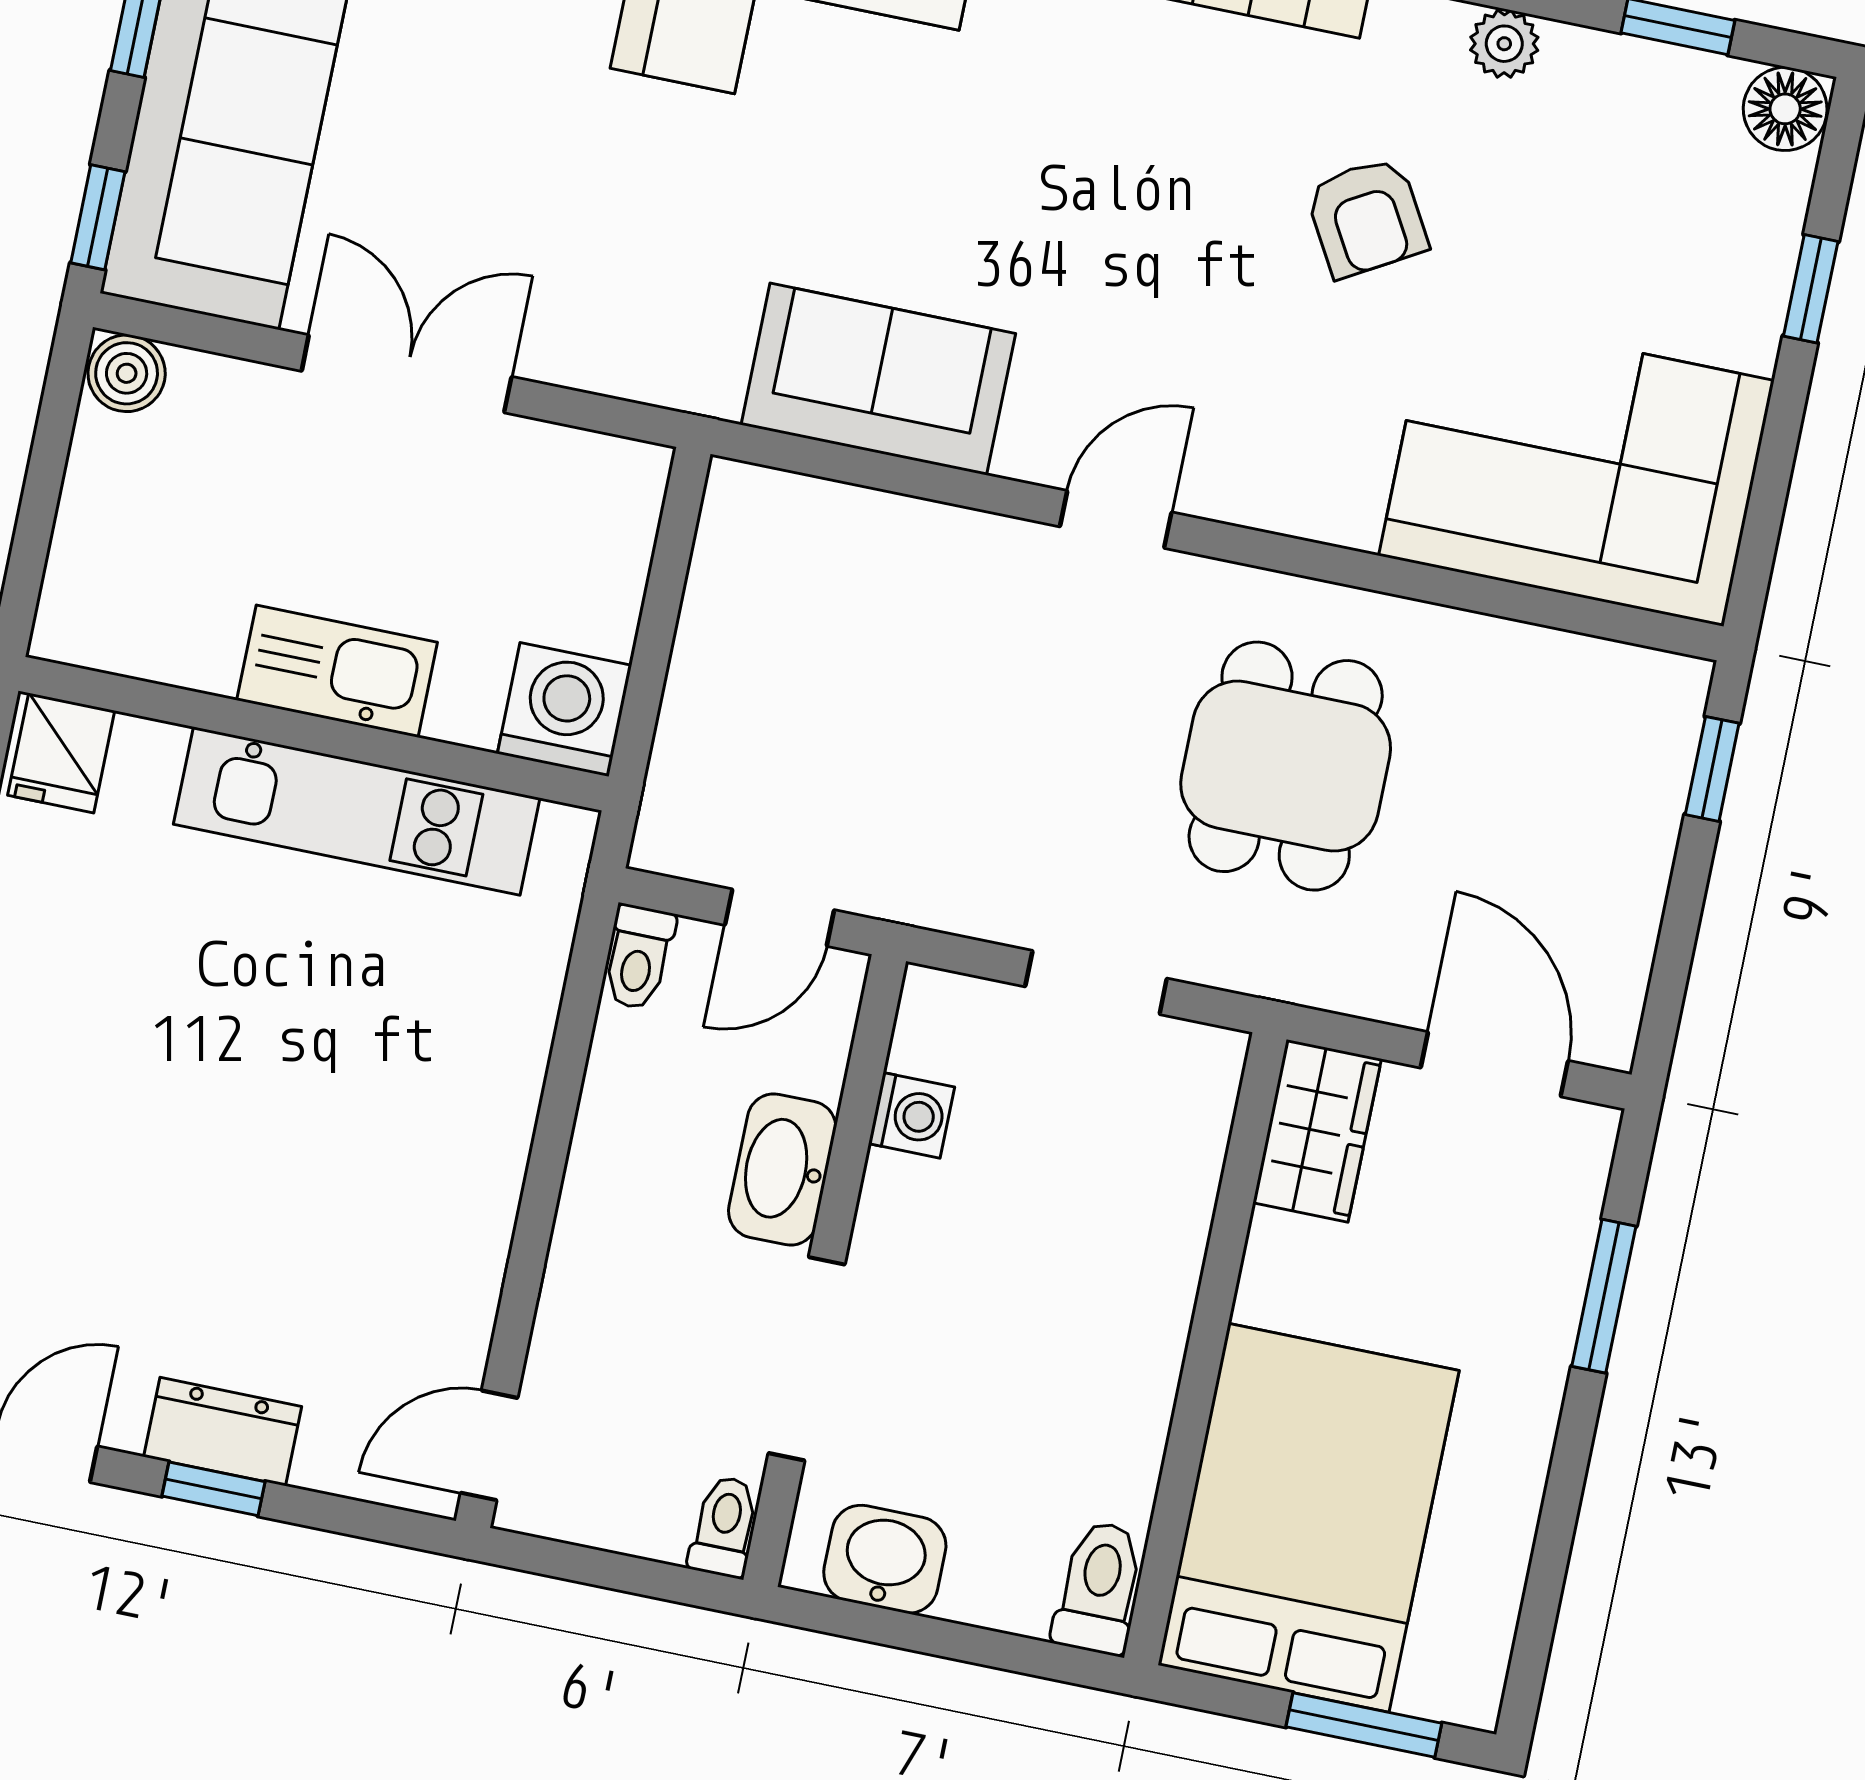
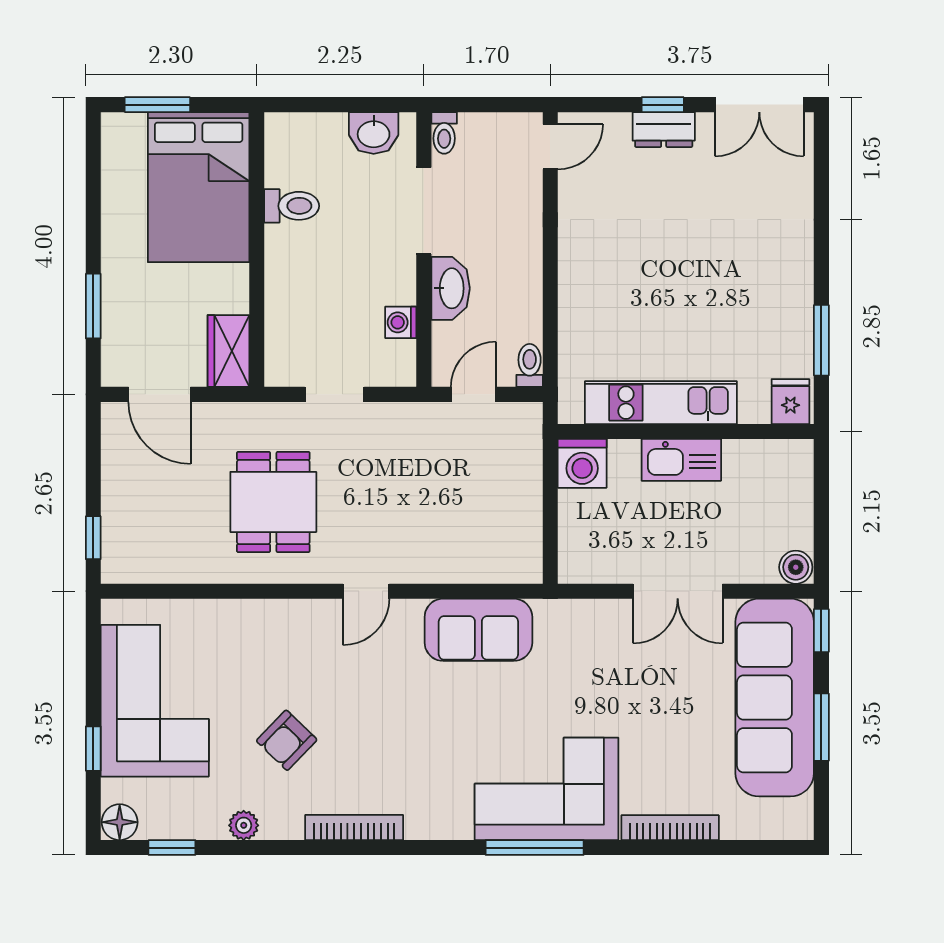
armchair: (1367, 217) -> (287, 740), turned -106
corner sofa: (1576, 468) -> (155, 701), moved, turned -90
toilet: (1099, 1588) -> (292, 206), moved, turned -90

